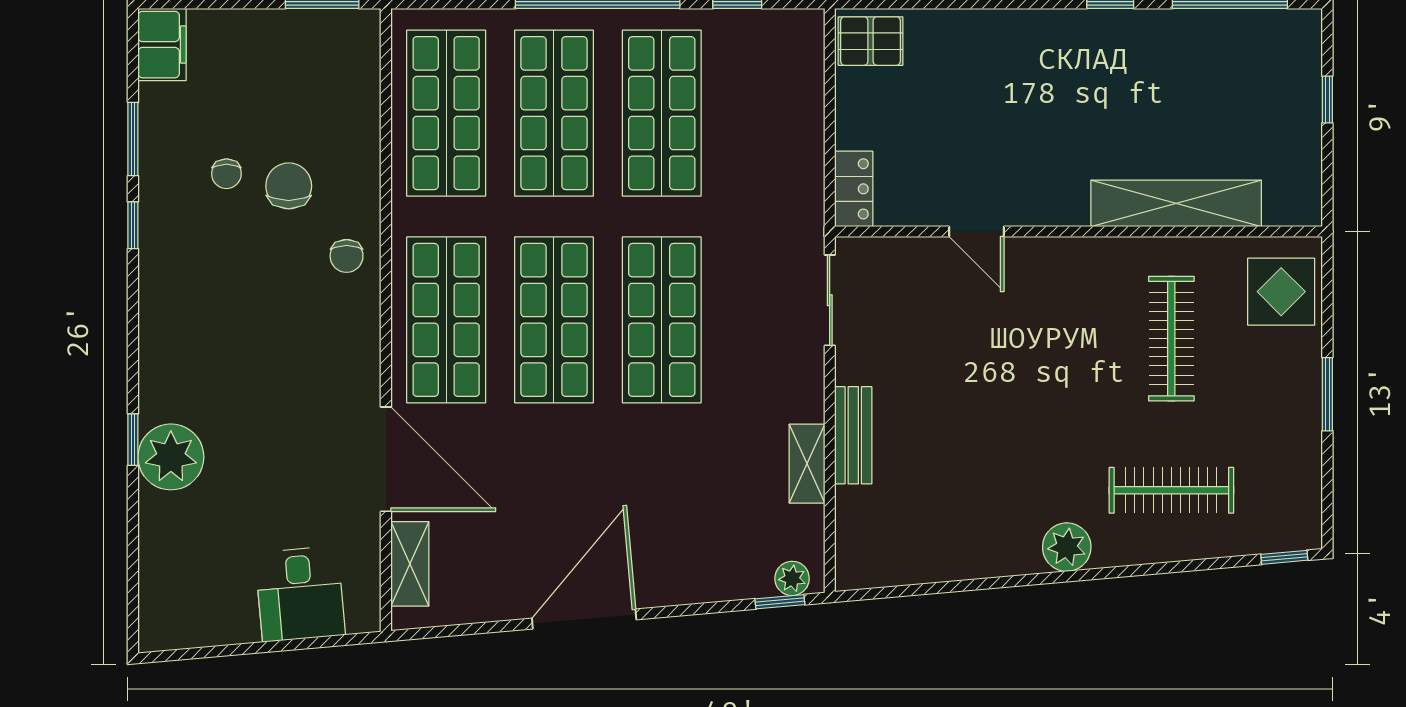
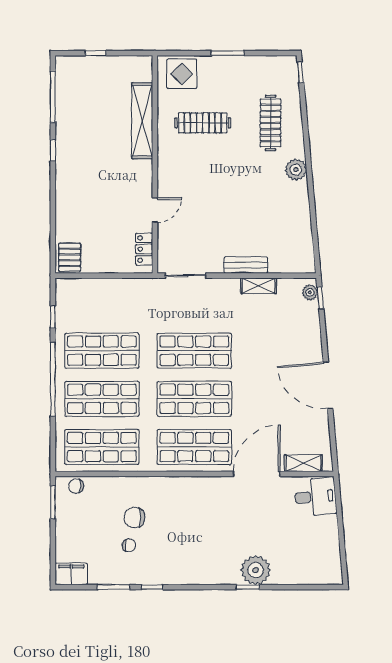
locker: (854, 189) -> (144, 249), moved, turned -90
chair: (347, 256) -> (76, 486), moved, turned 180
desk: (300, 594) -> (315, 497), moved

